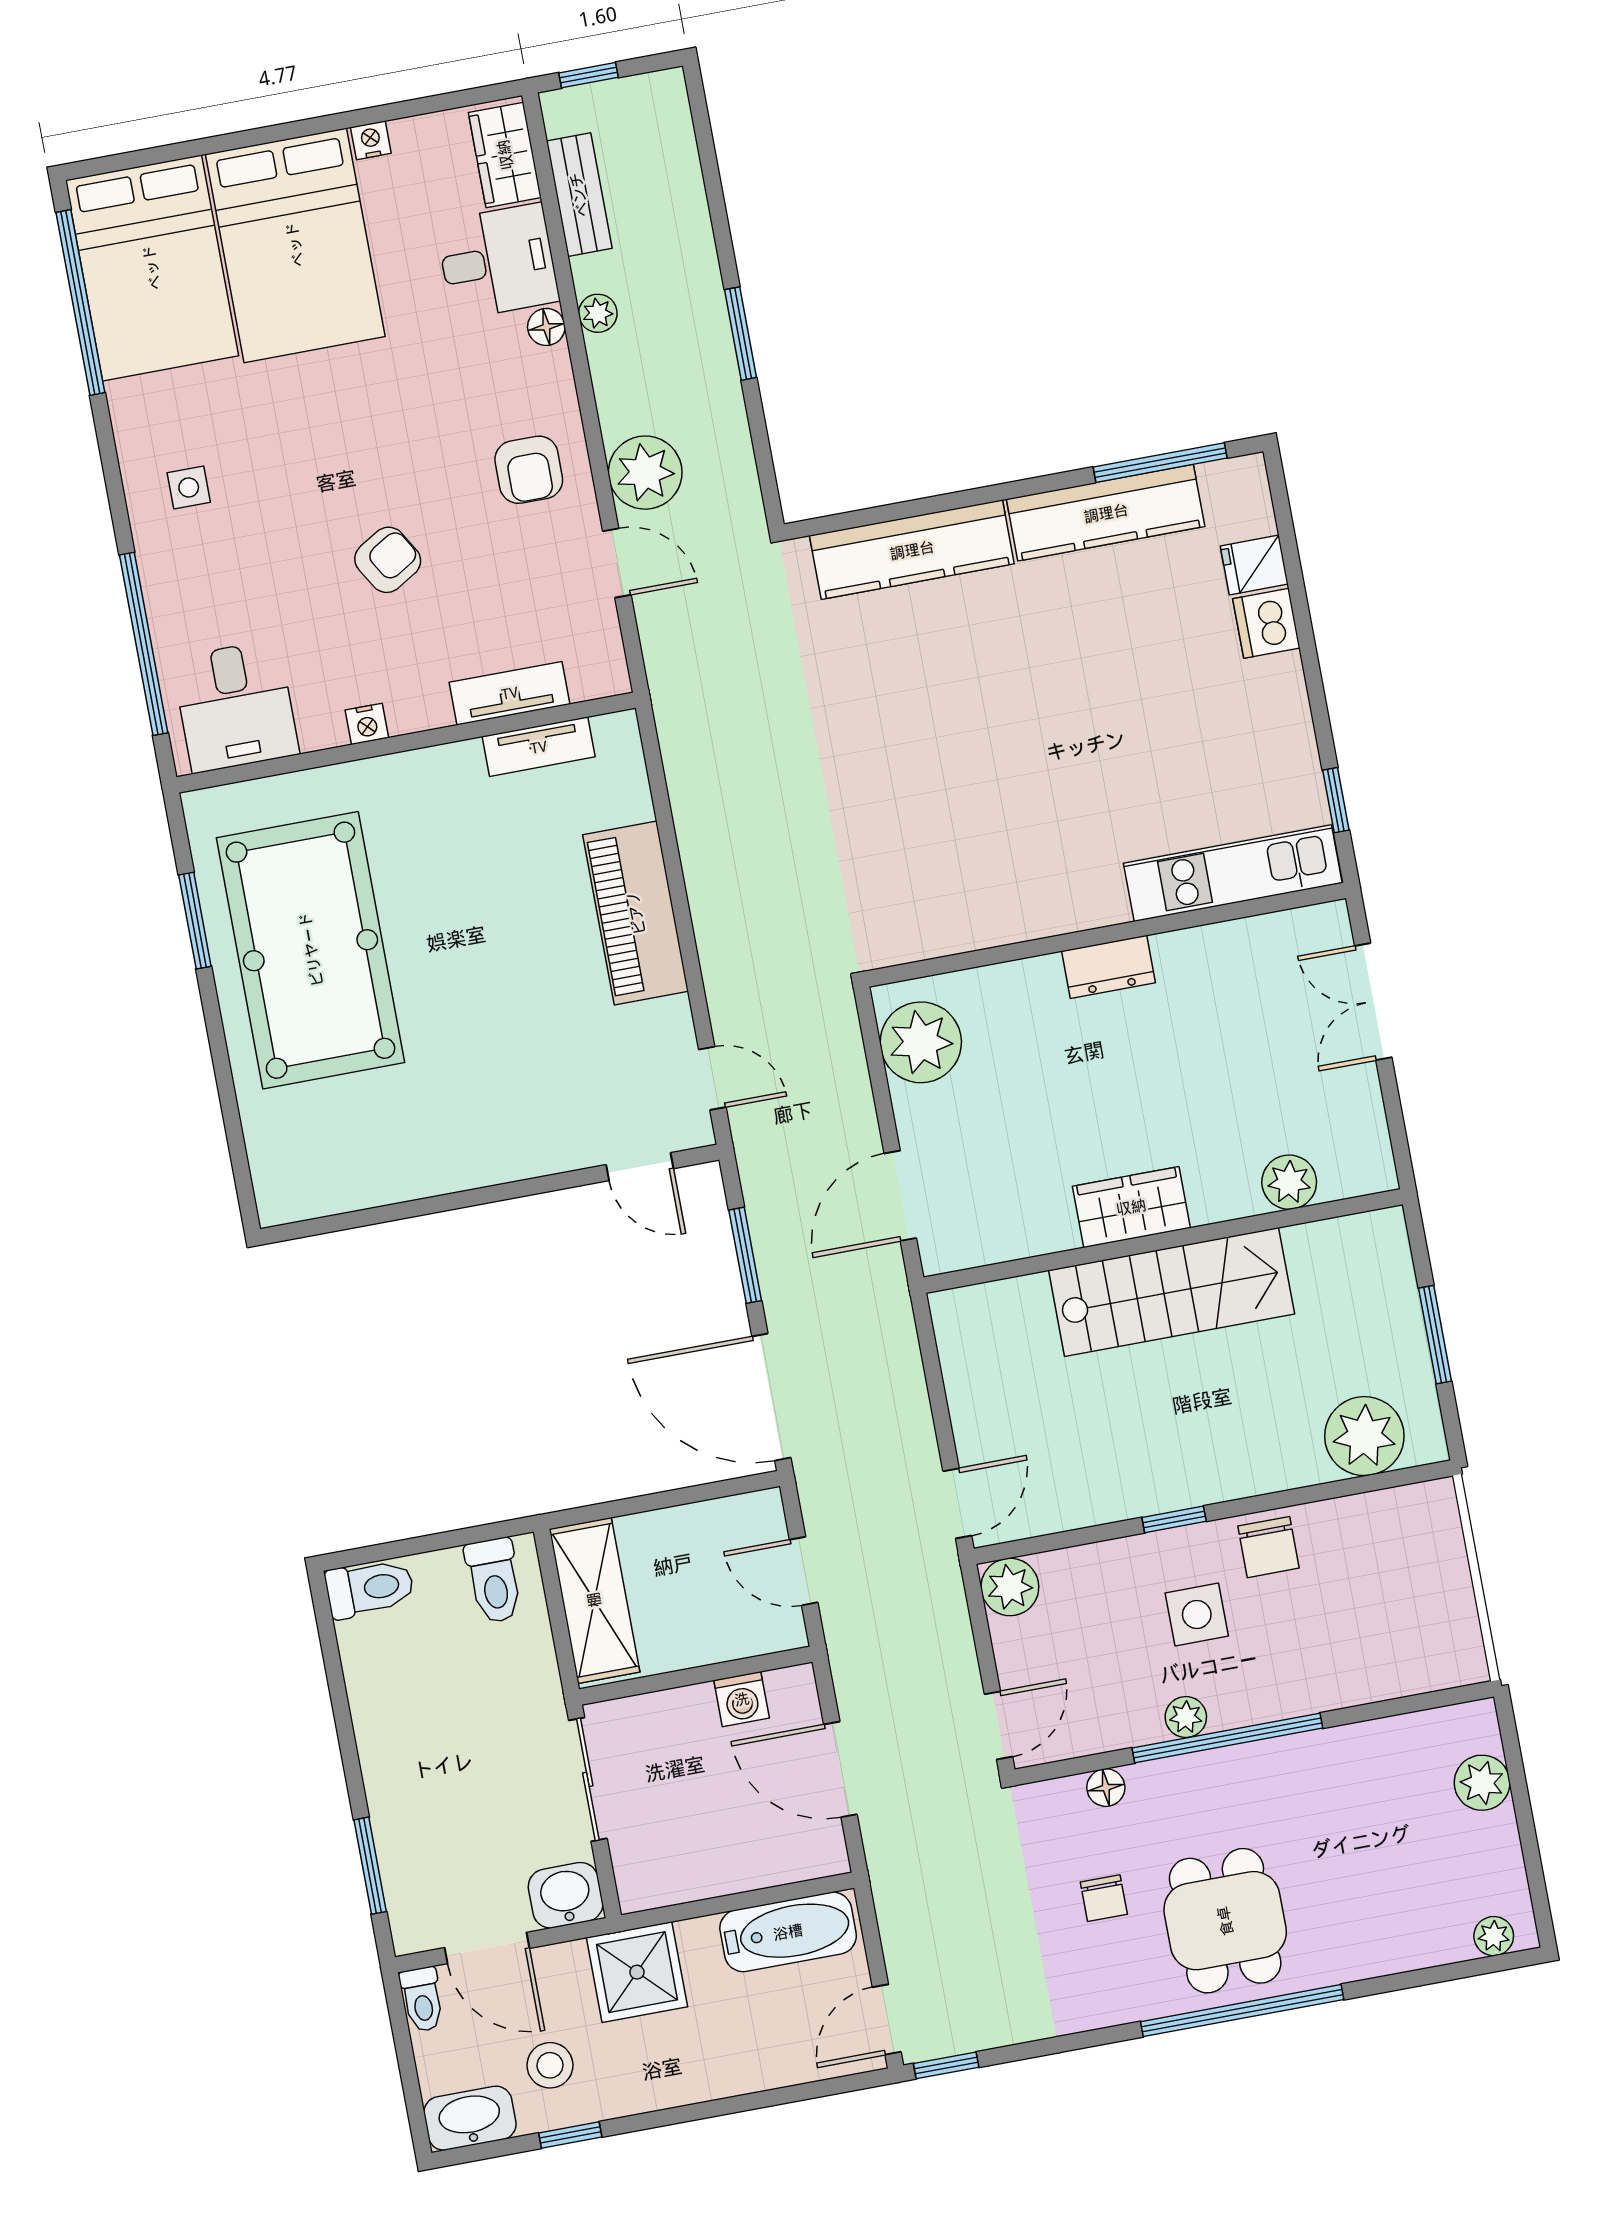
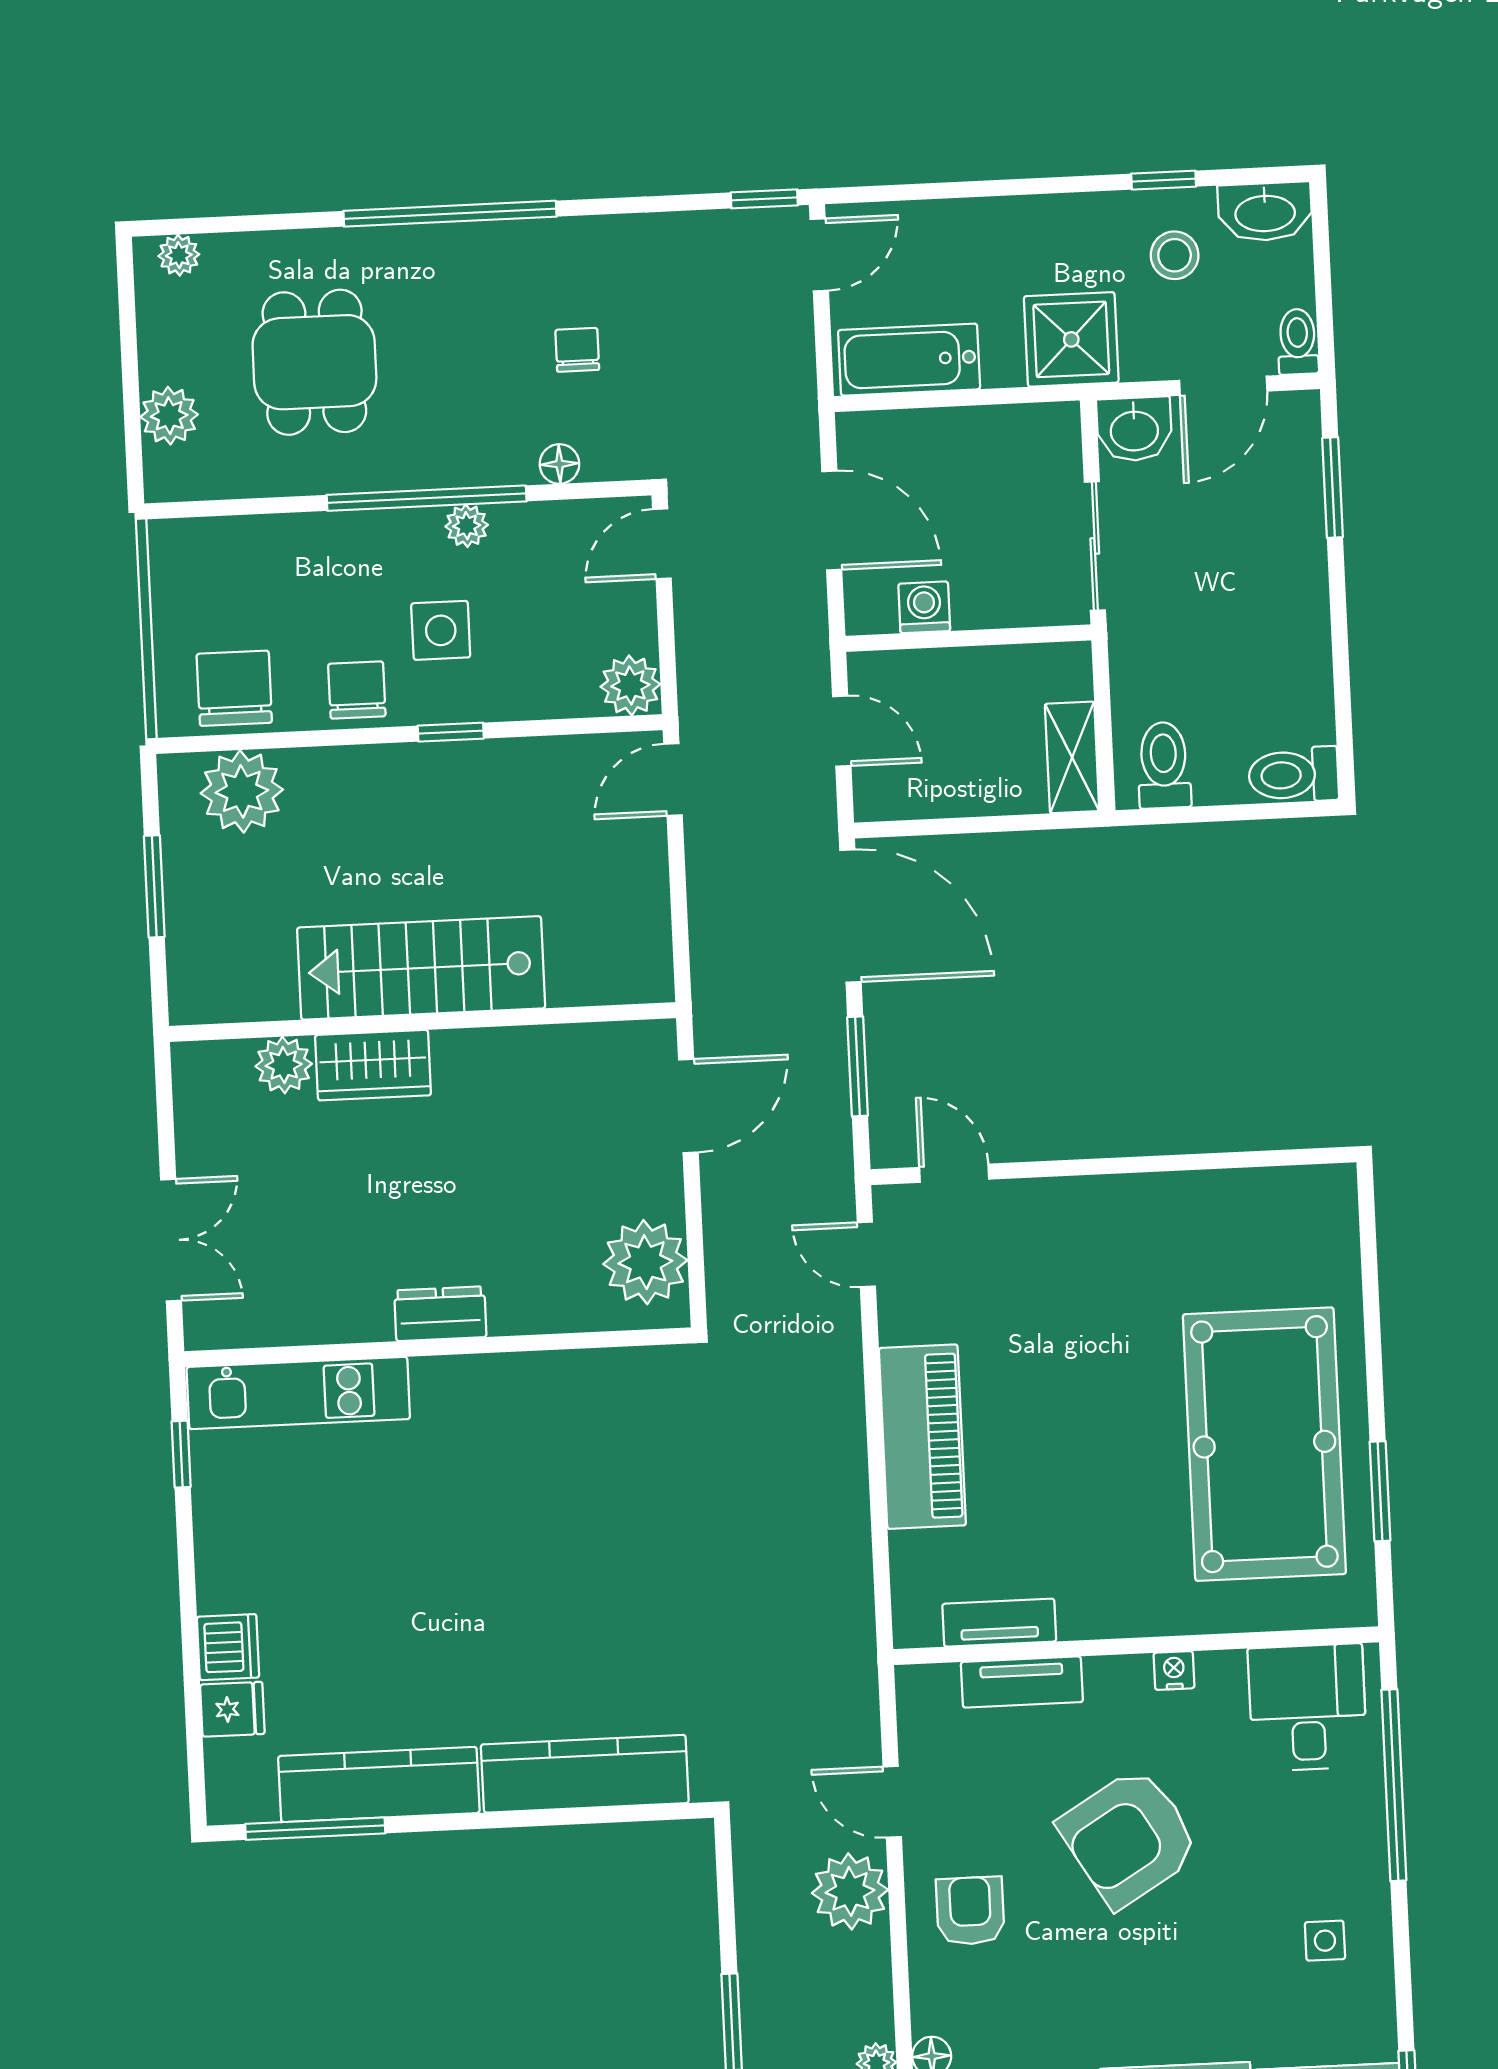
armchair: (388, 560) -> (1129, 1838), width x1.88, depth x1.88
wardrobe: (1131, 1207) -> (373, 1065), moved
chair: (1385, 1533) -> (234, 688), added
shelving: (594, 1600) -> (1072, 757), width x0.67, depth x0.75
dining table: (1225, 1921) -> (314, 362), moved
door: (487, 1948) -> (1223, 386), swing flipped

